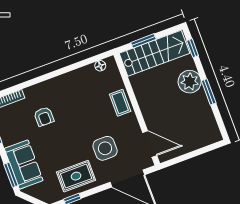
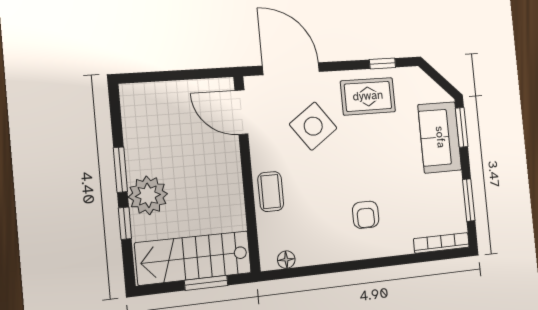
window: (192, 48) -> (125, 223), moved
armchair: (44, 117) -> (366, 215), moved, turned 180
side table: (105, 148) -> (313, 126), turned -36

